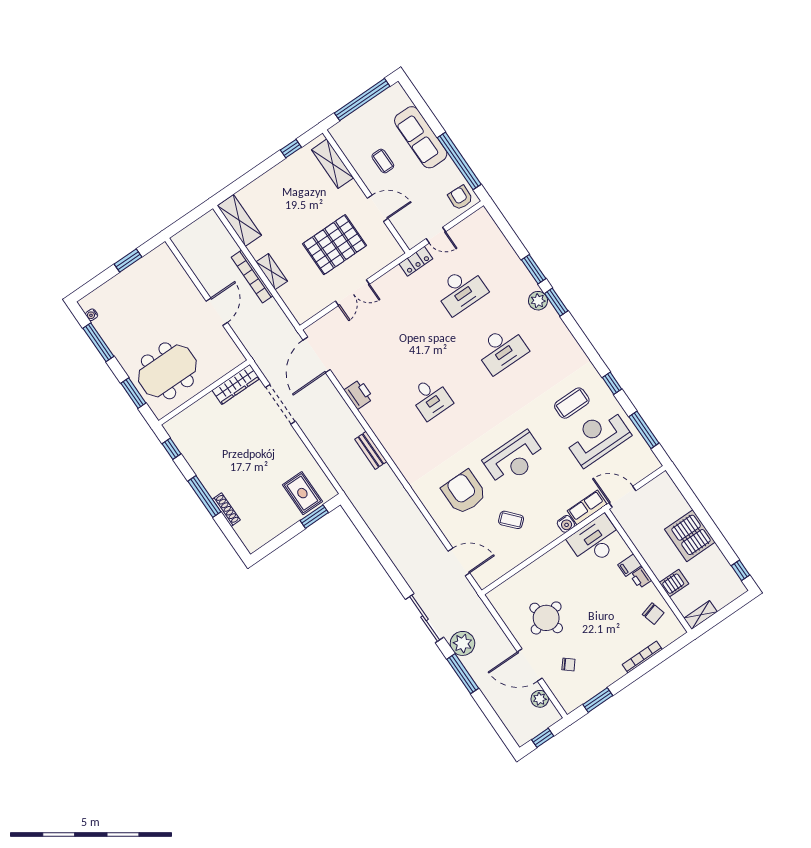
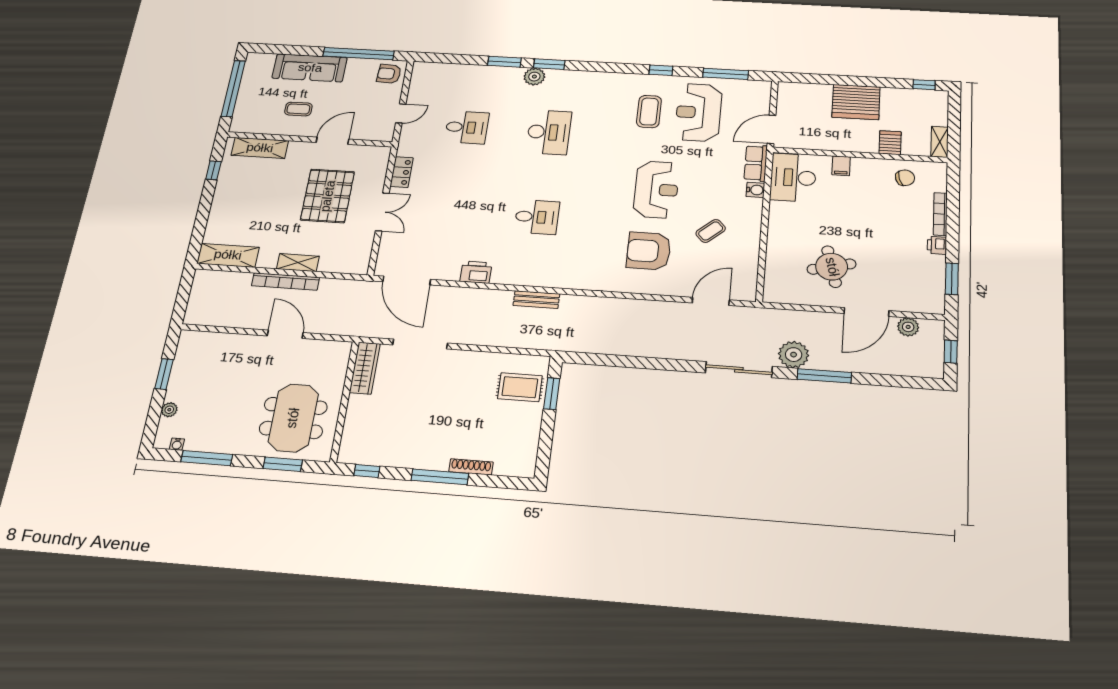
locker: (416, 261) -> (402, 172), moved
plant: (109, 288) -> (169, 410), added
desk: (461, 290) -> (467, 127), width x0.73
printer: (641, 578) -> (937, 245), moved, turned 90
chair: (568, 665) -> (894, 279), removed

